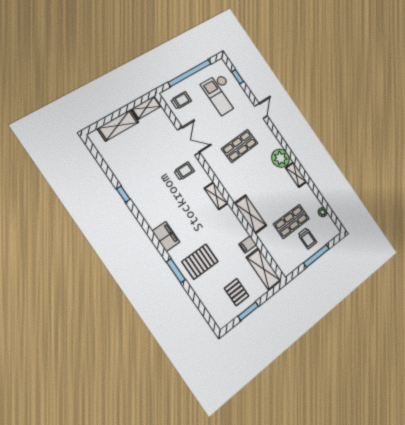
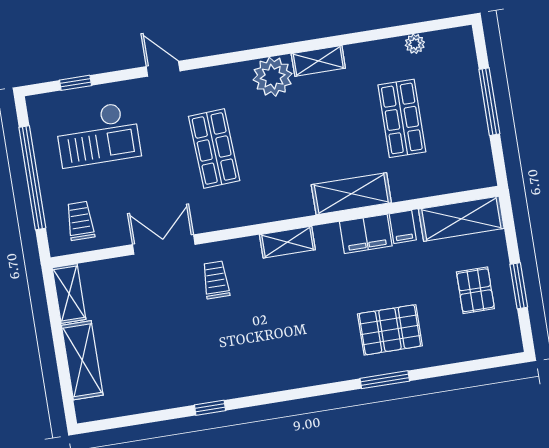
filing cabinet: (166, 237) -> (366, 234), moved, turned 180
trolley: (307, 238) -> (448, 103), removed
pallet: (200, 262) -> (390, 330), turned 90
pallet: (237, 292) -> (475, 290), turned 90

